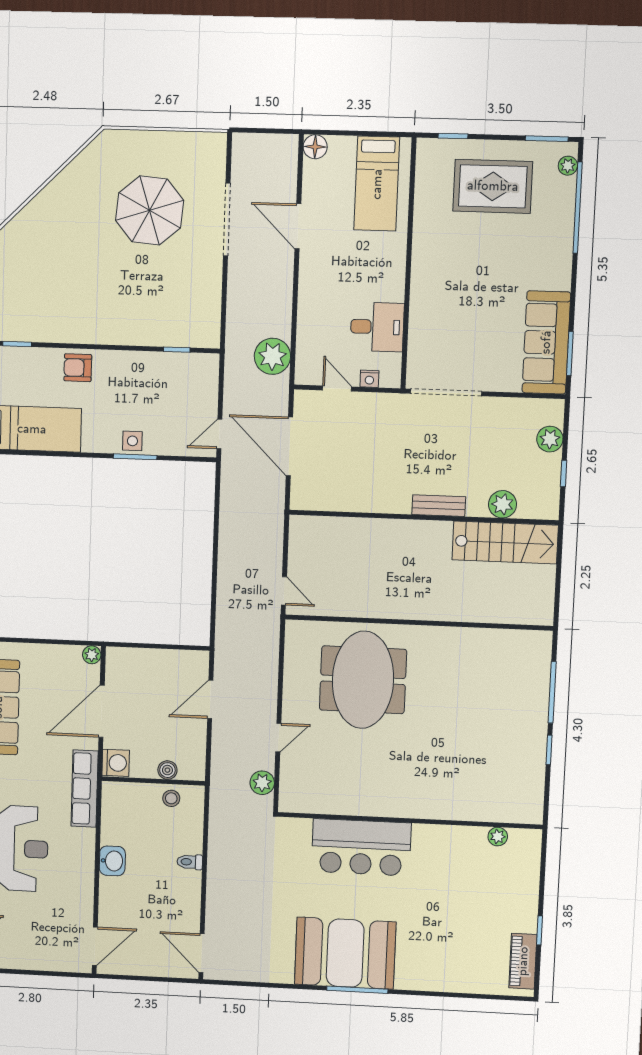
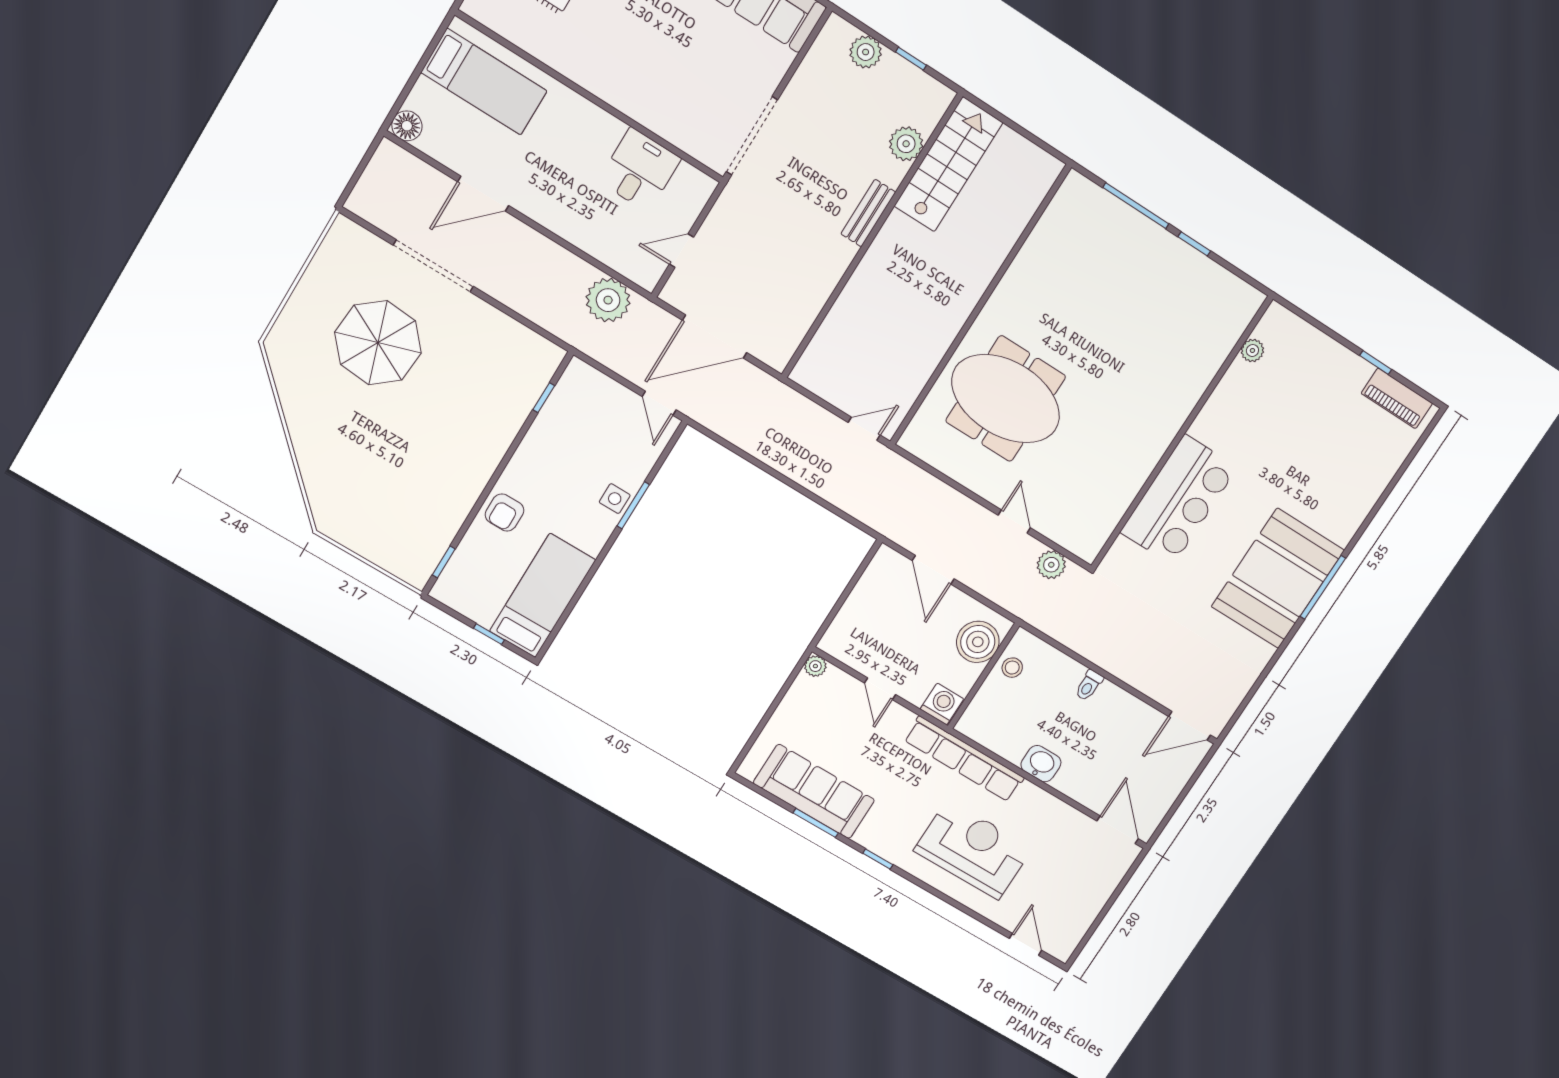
nightstand: (369, 379) -> (691, 210), removed
door: (102, 711) -> (880, 689), width x0.53
boiler: (167, 770) -> (978, 642), width x1.86, depth x1.86
row of seats: (85, 789) -> (964, 759), width x1.36

